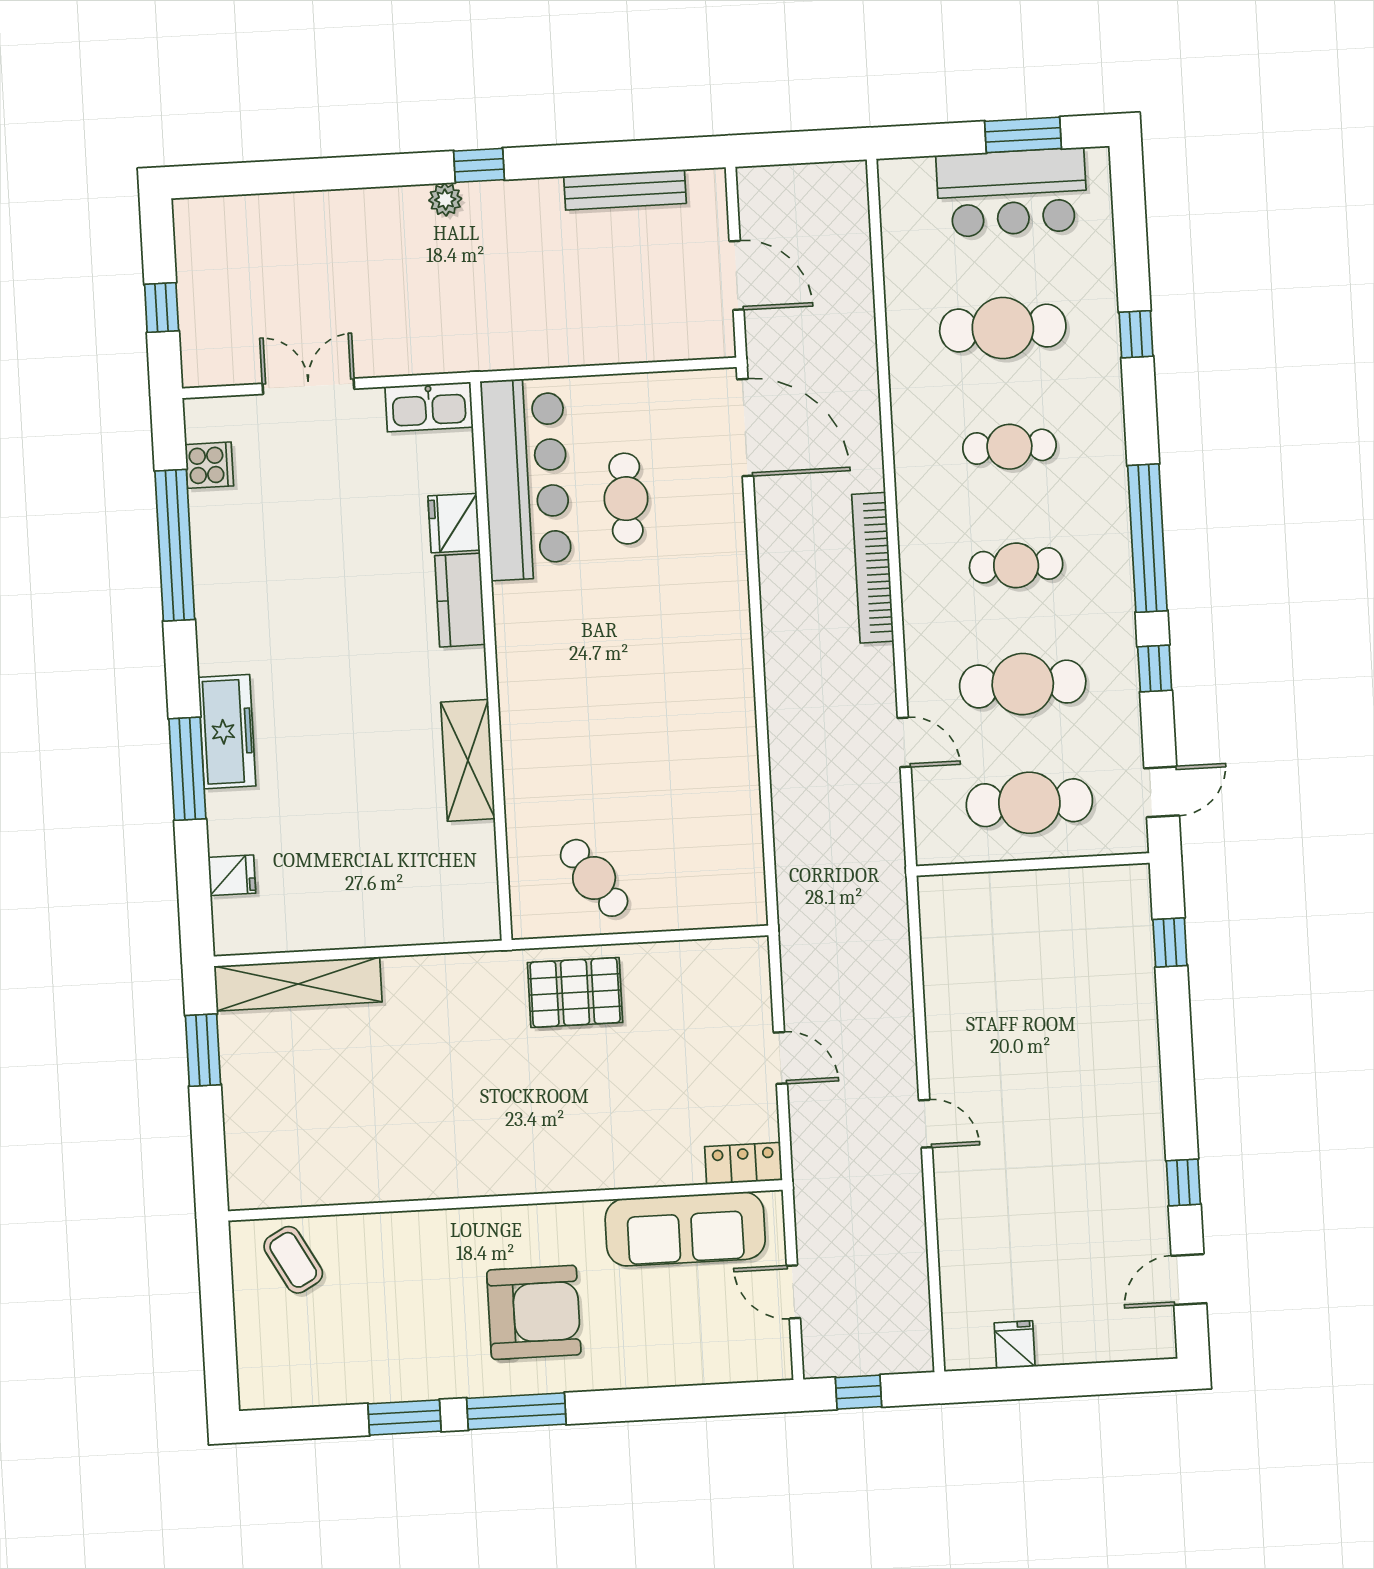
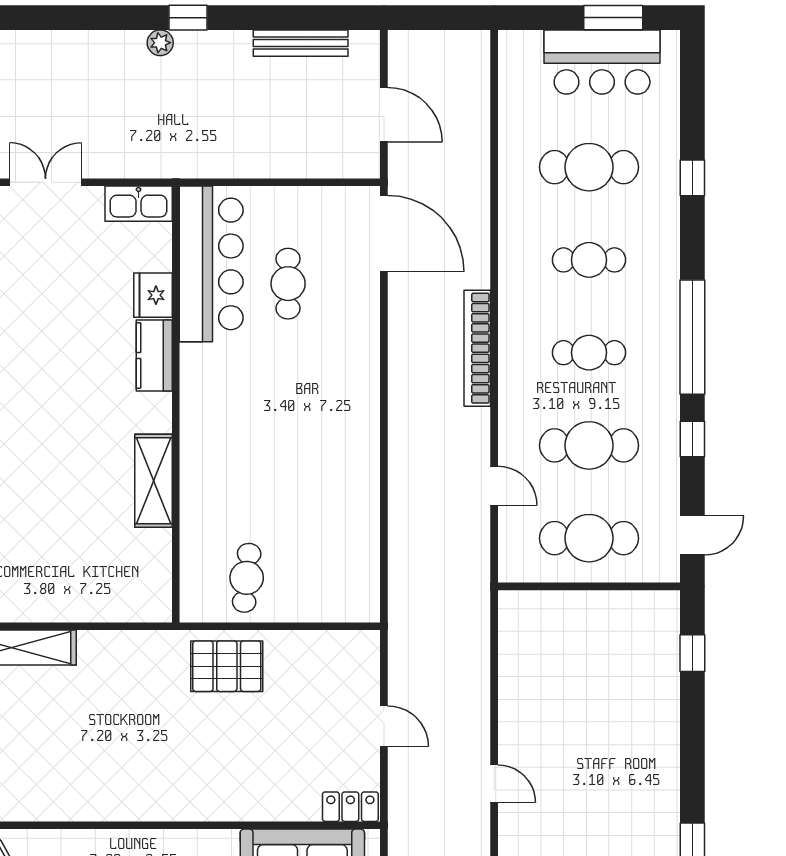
cafe table: (594, 878) -> (247, 578), turned 41

